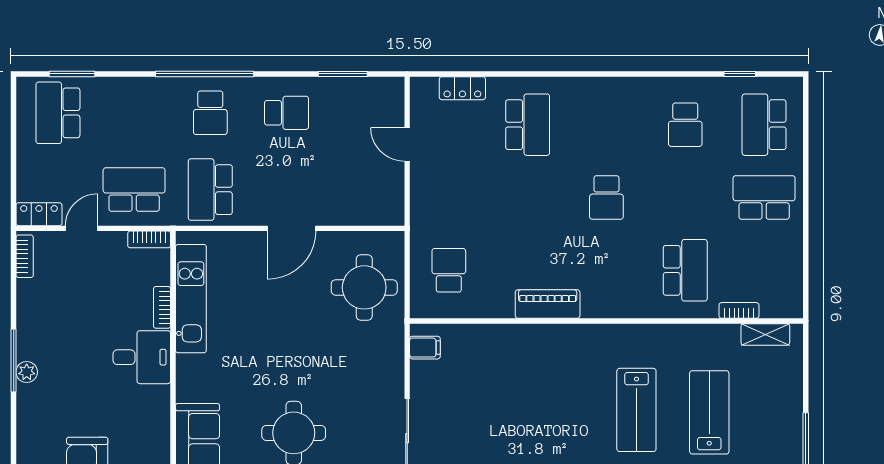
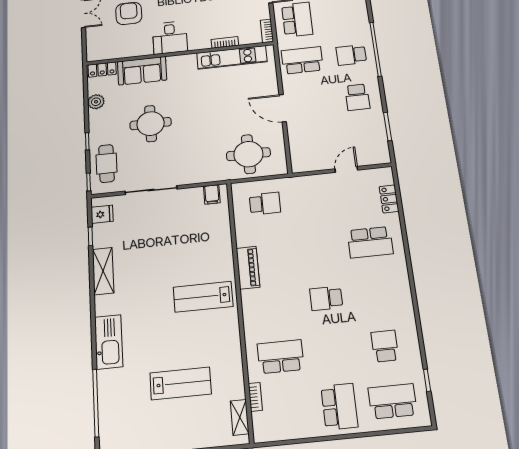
school desk: (685, 125) -> (385, 346), turned 90
school desk: (685, 270) -> (281, 357), turned 180
desk: (142, 357) -> (170, 38), moved
lab bench: (636, 410) -> (203, 297), moved

